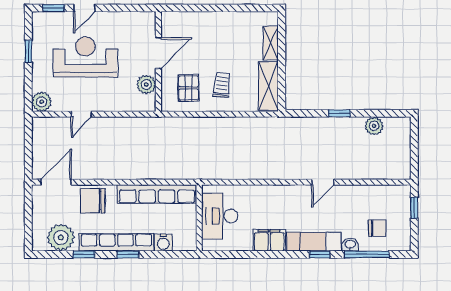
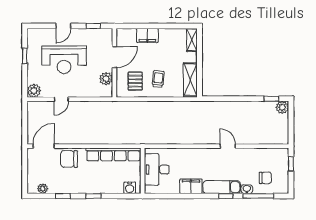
window: (54, 8) -> (93, 26), moved
filing cabinet: (206, 22) -> (147, 35), added
shelving: (271, 43) -> (192, 40), moved
reception desk: (85, 57) -> (64, 60), turned 180
window: (339, 113) -> (271, 99), moved
plant: (374, 126) -> (282, 107), moved
door: (323, 182) -> (228, 146), swing flipped
plant: (61, 237) -> (43, 189), width x0.53, depth x0.53
row of seats: (116, 242) -> (85, 188), removed
water cooler: (163, 243) -> (130, 188), moved

